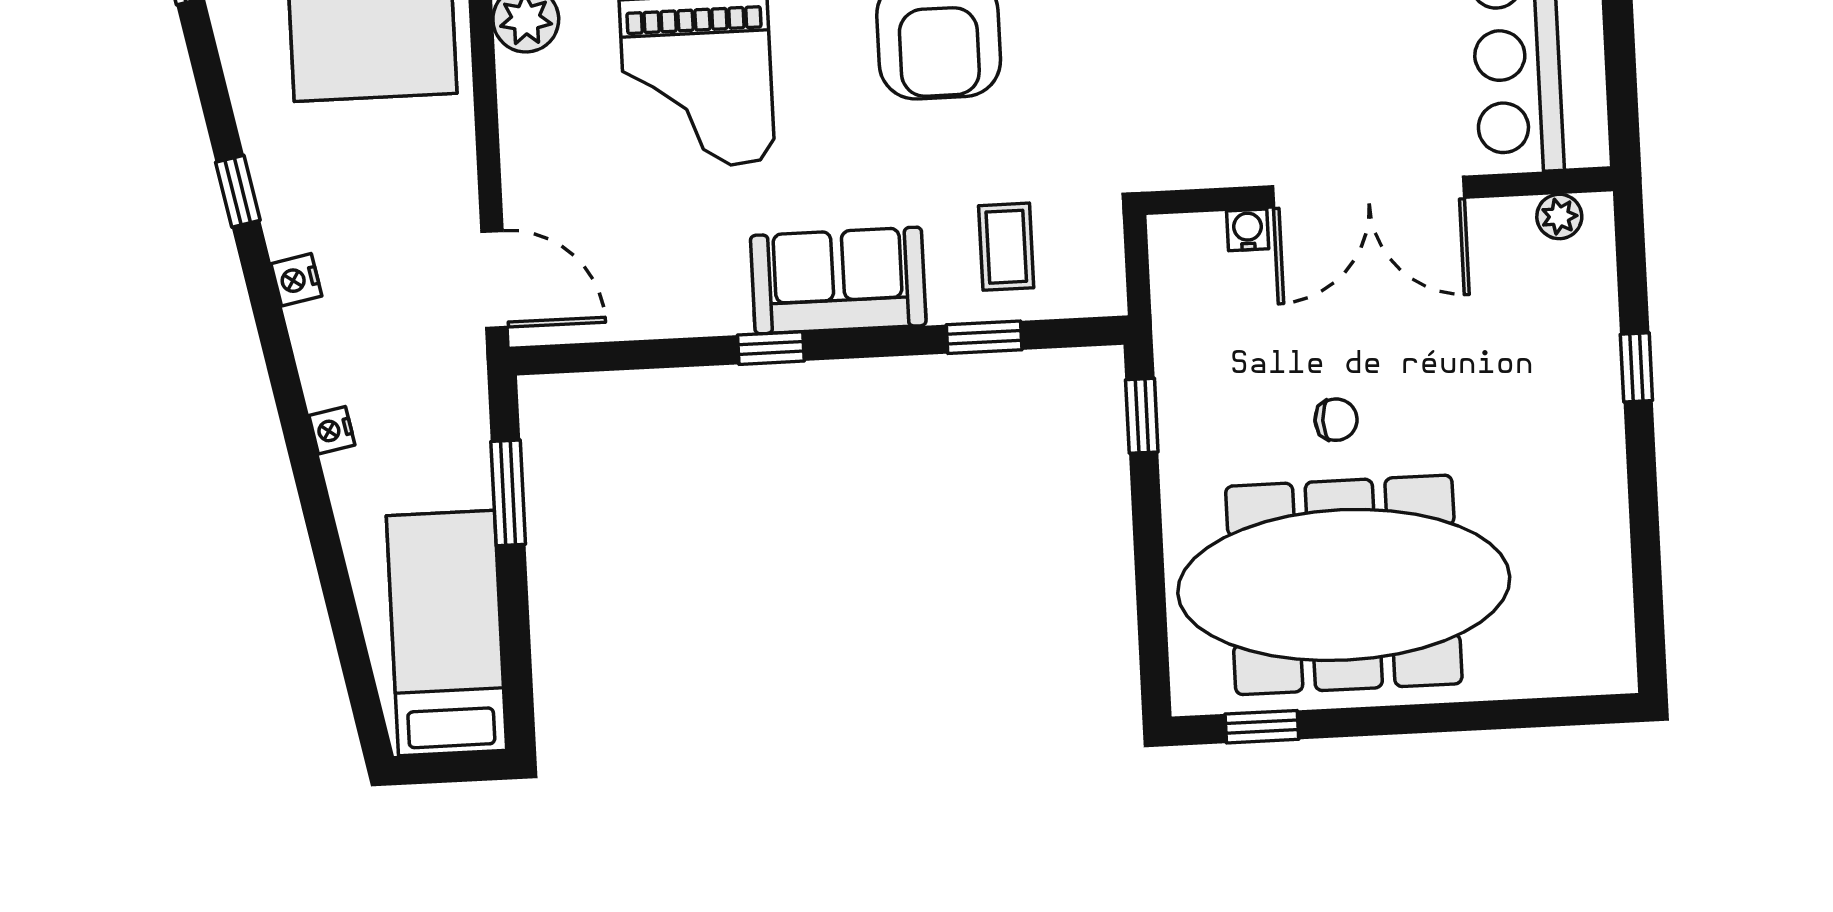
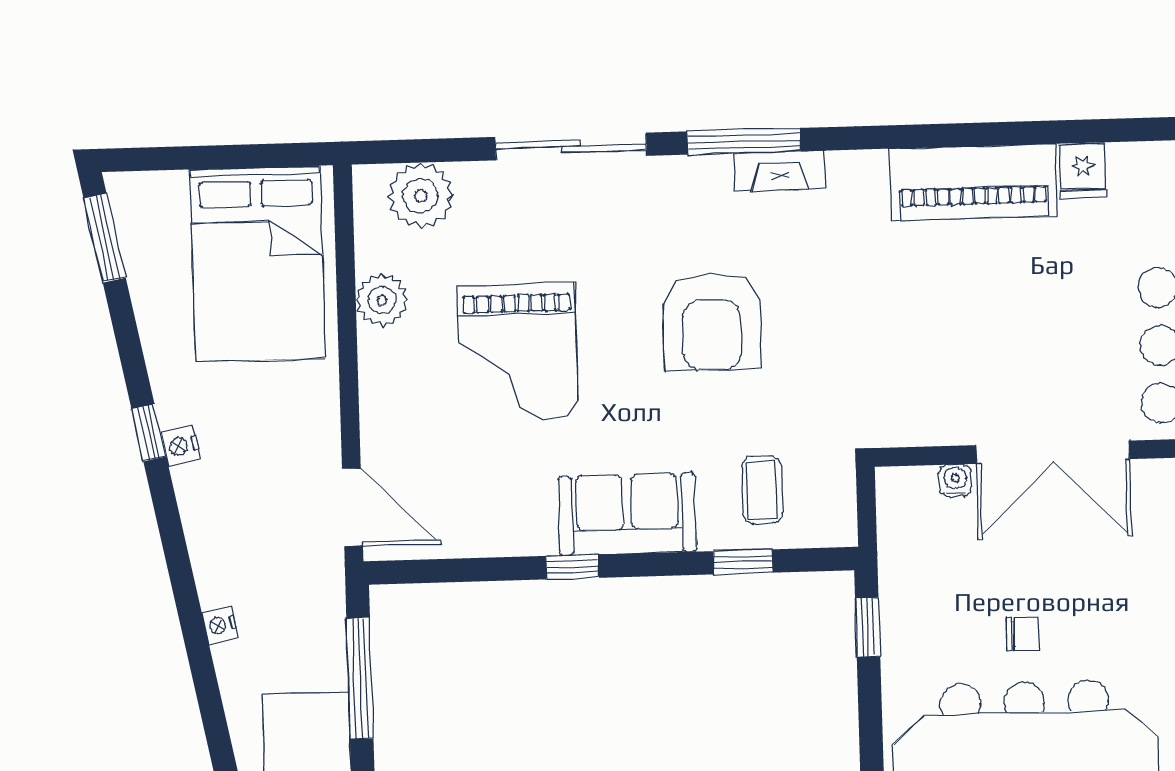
nightstand: (296, 280) -> (181, 446), moved
window: (508, 493) -> (360, 678), width x1.44

